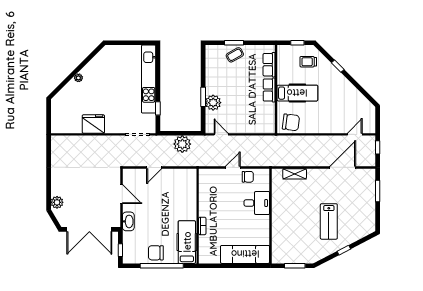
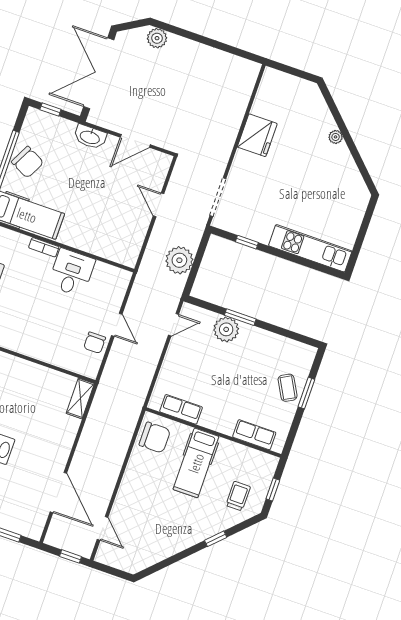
kitchen unit: (149, 79) -> (310, 248), width x0.73
row of seats: (269, 90) -> (181, 409), moved
chair: (291, 122) -> (155, 438), turned -97
shelving: (295, 174) -> (80, 398), moved
desk: (257, 203) -> (72, 273), moved, turned 180
chair: (156, 253) -> (27, 162), turned 117

